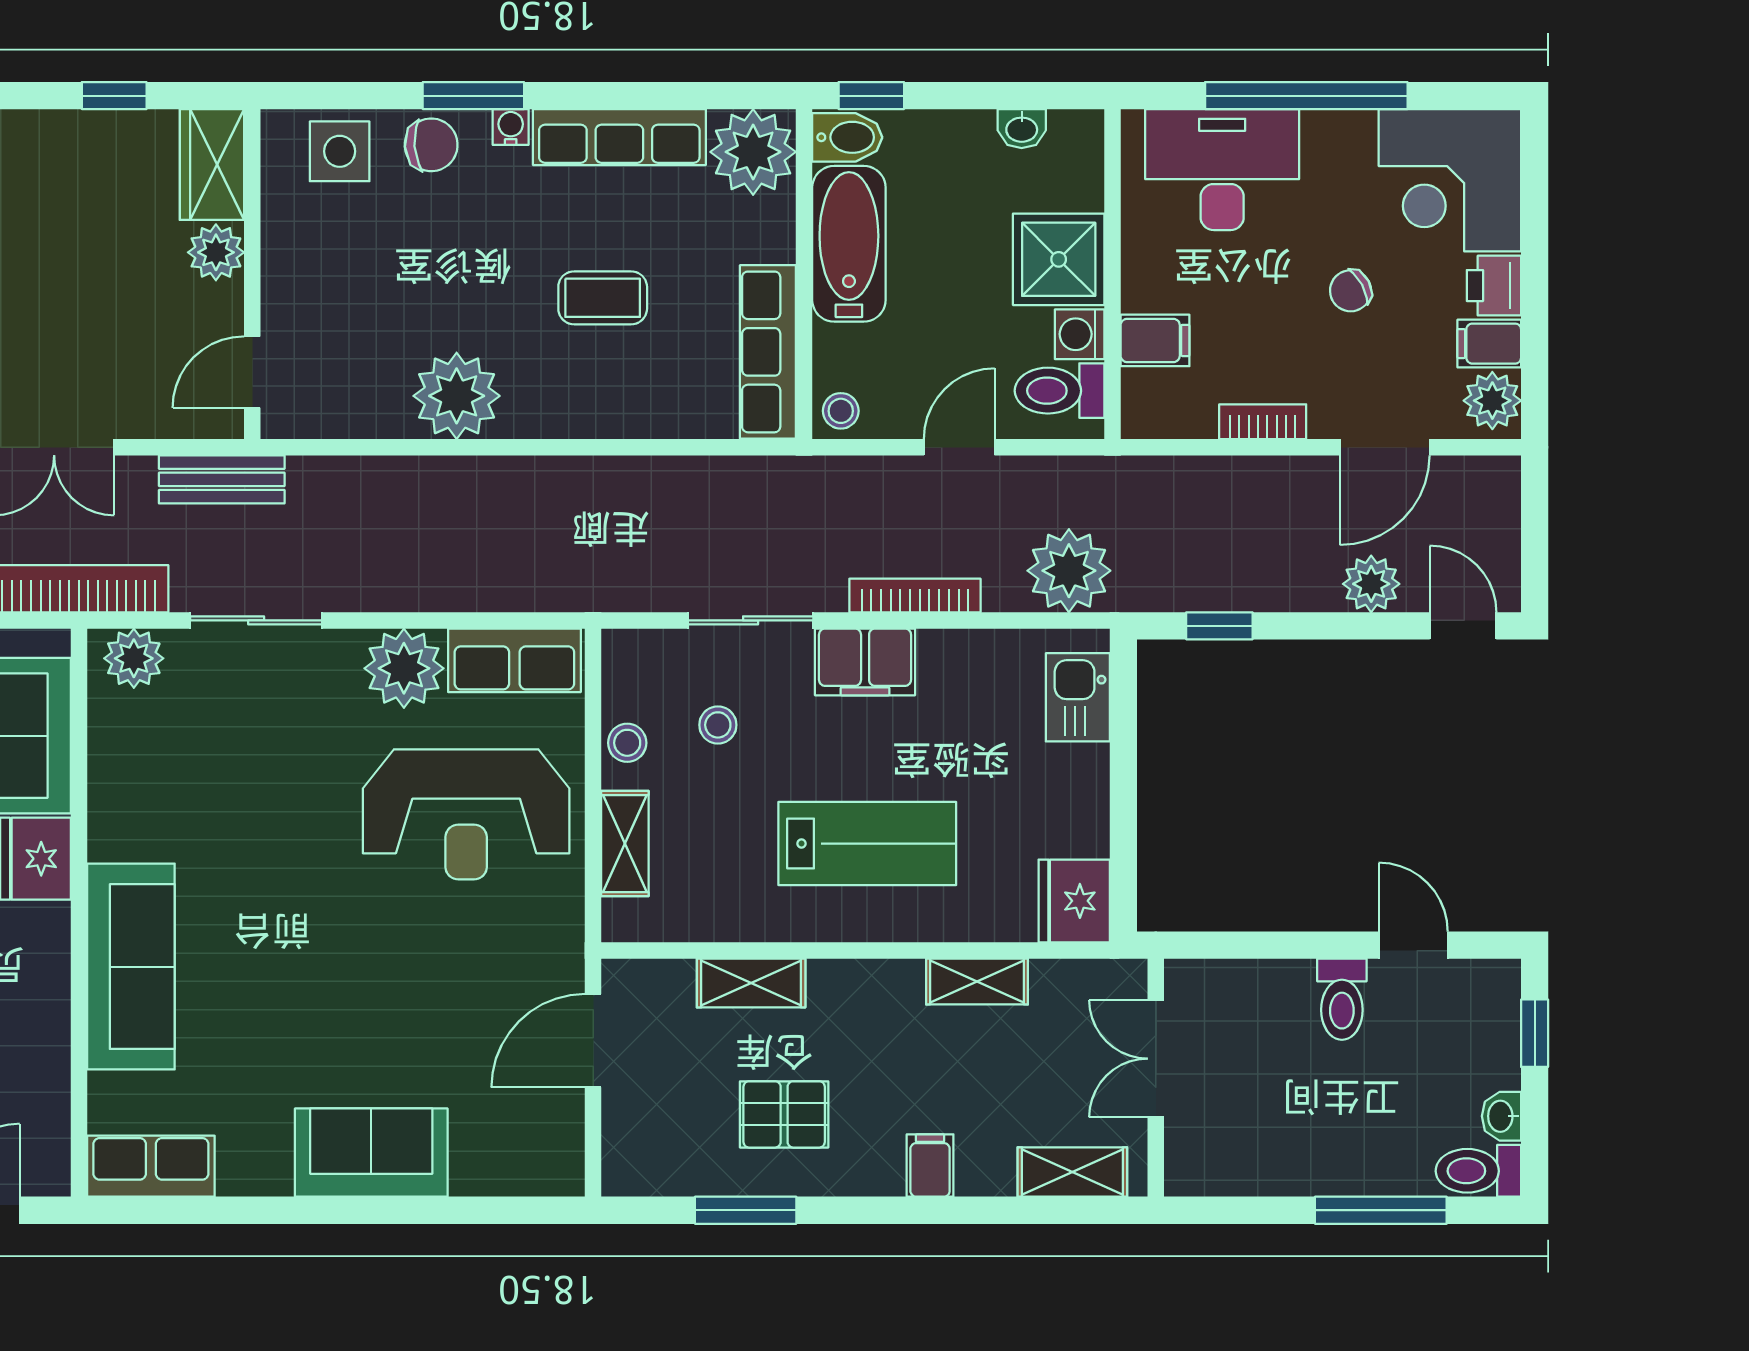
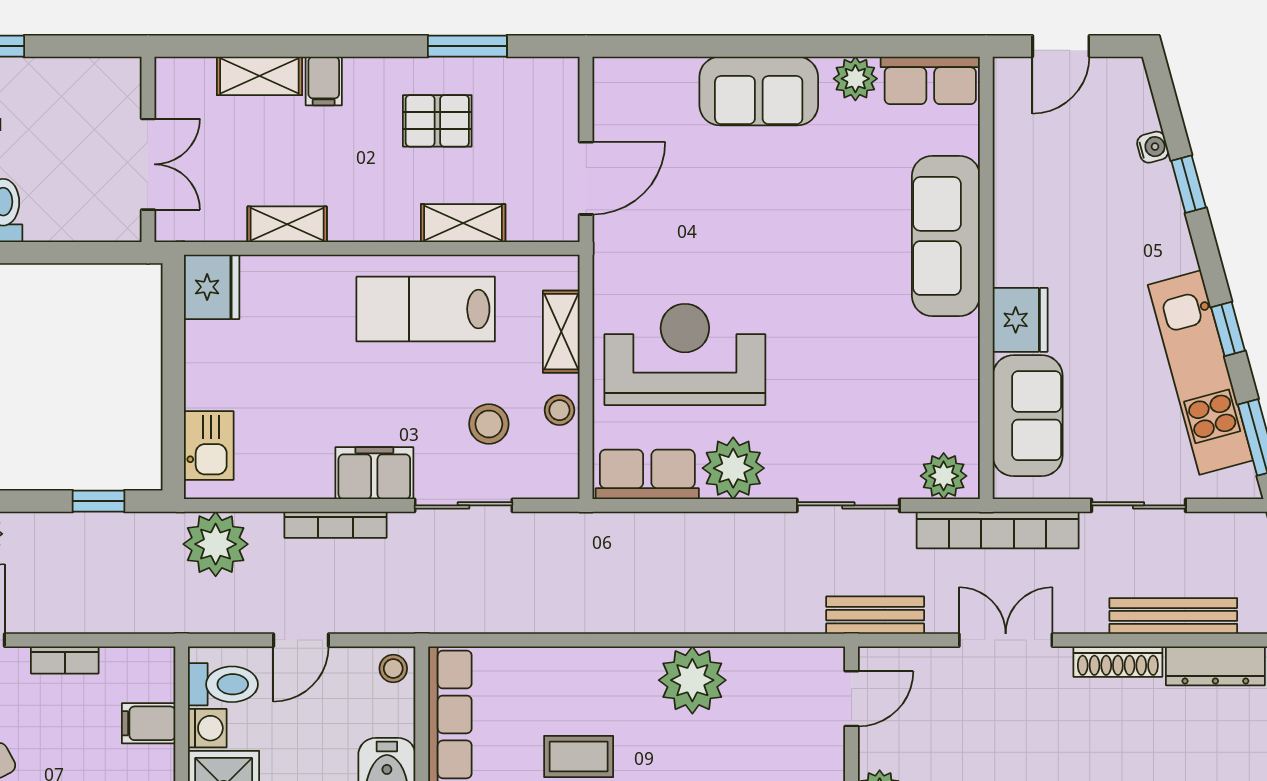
stool: (718, 725) -> (489, 424), width x1.37, depth x1.37
lab bench: (867, 844) -> (426, 309), moved
plant: (247, 1169) -> (855, 79), added
shelving: (1072, 1172) -> (259, 76), moved

